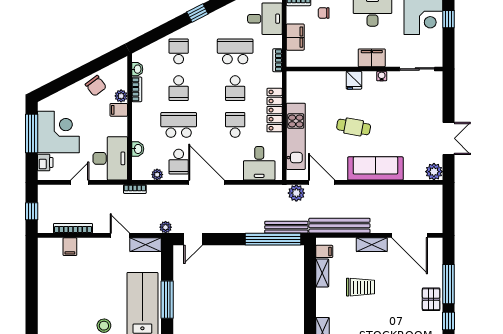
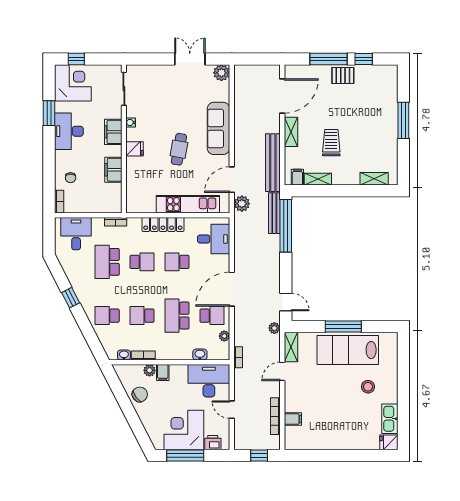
filing cabinet: (295, 37) -> (113, 170), moved, turned -90
school desk: (179, 88) -> (142, 316), turned 180

